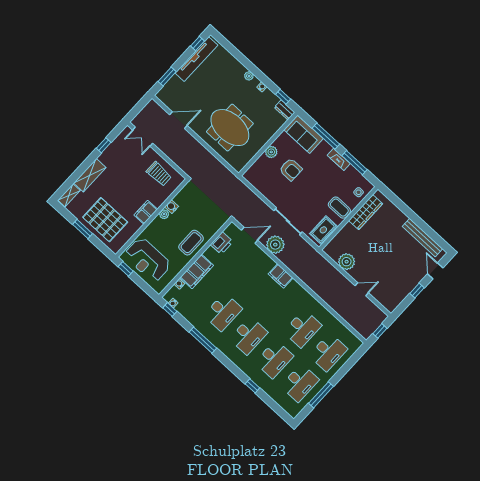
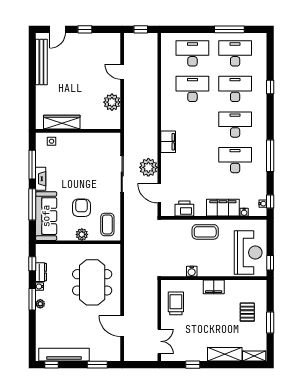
window: (258, 73) -> (32, 299), added
dresser: (285, 110) -> (41, 272), moved
sofa: (304, 134) -> (46, 216), width x1.36
coffee table: (339, 208) -> (107, 224), moved
plant: (164, 214) -> (202, 272), removed
pallet: (105, 220) -> (247, 312), width x0.49, depth x0.50
rug: (323, 230) -> (104, 142), removed

